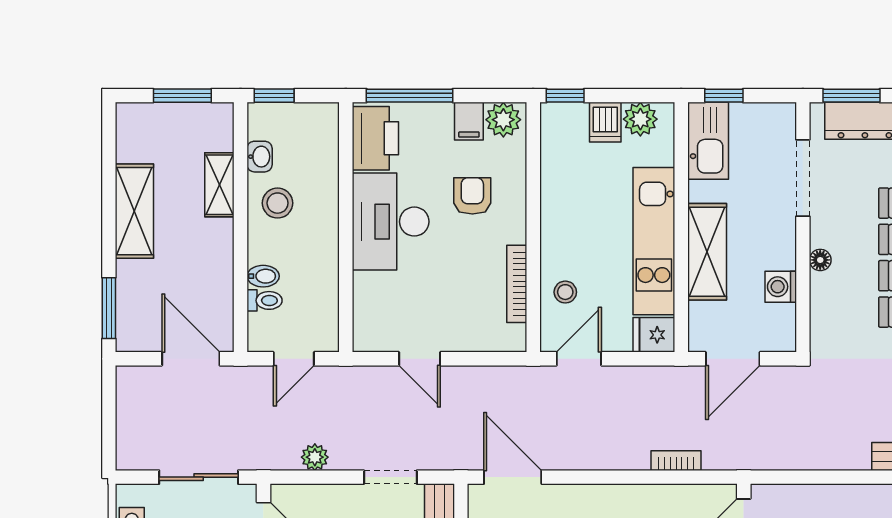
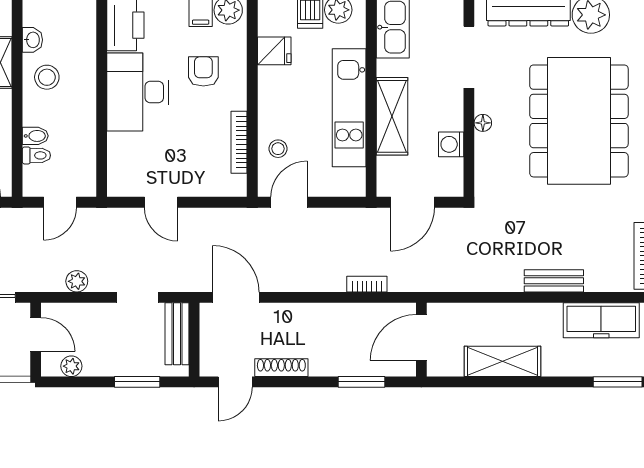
fridge: (654, 335) -> (274, 51), moved, turned 180

